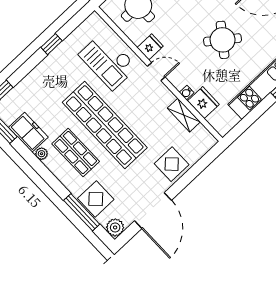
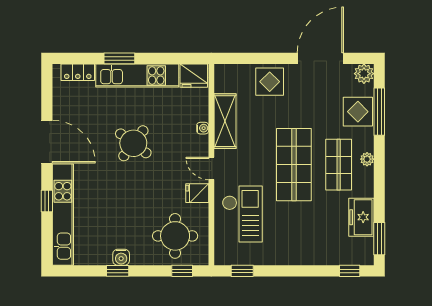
window: (52, 44) -> (242, 271), moved
fridge: (203, 103) -> (194, 76), moved, turned -90
shelving: (184, 115) -> (225, 121), width x1.50, depth x1.33
shop shelf: (105, 125) -> (294, 165), width x0.71
plant: (42, 154) -> (367, 159), moved

